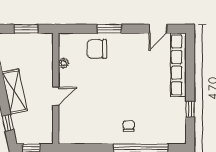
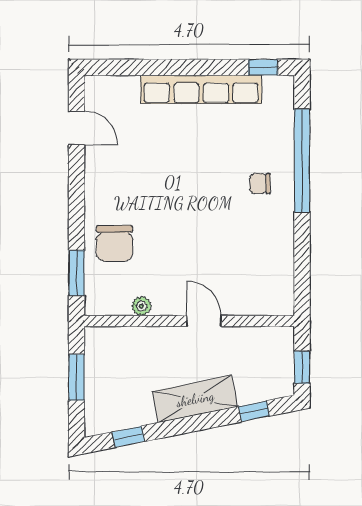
window: (109, 29) -> (77, 273), moved
row of seats: (178, 65) -> (201, 89), moved
window: (190, 109) -> (263, 67), moved

